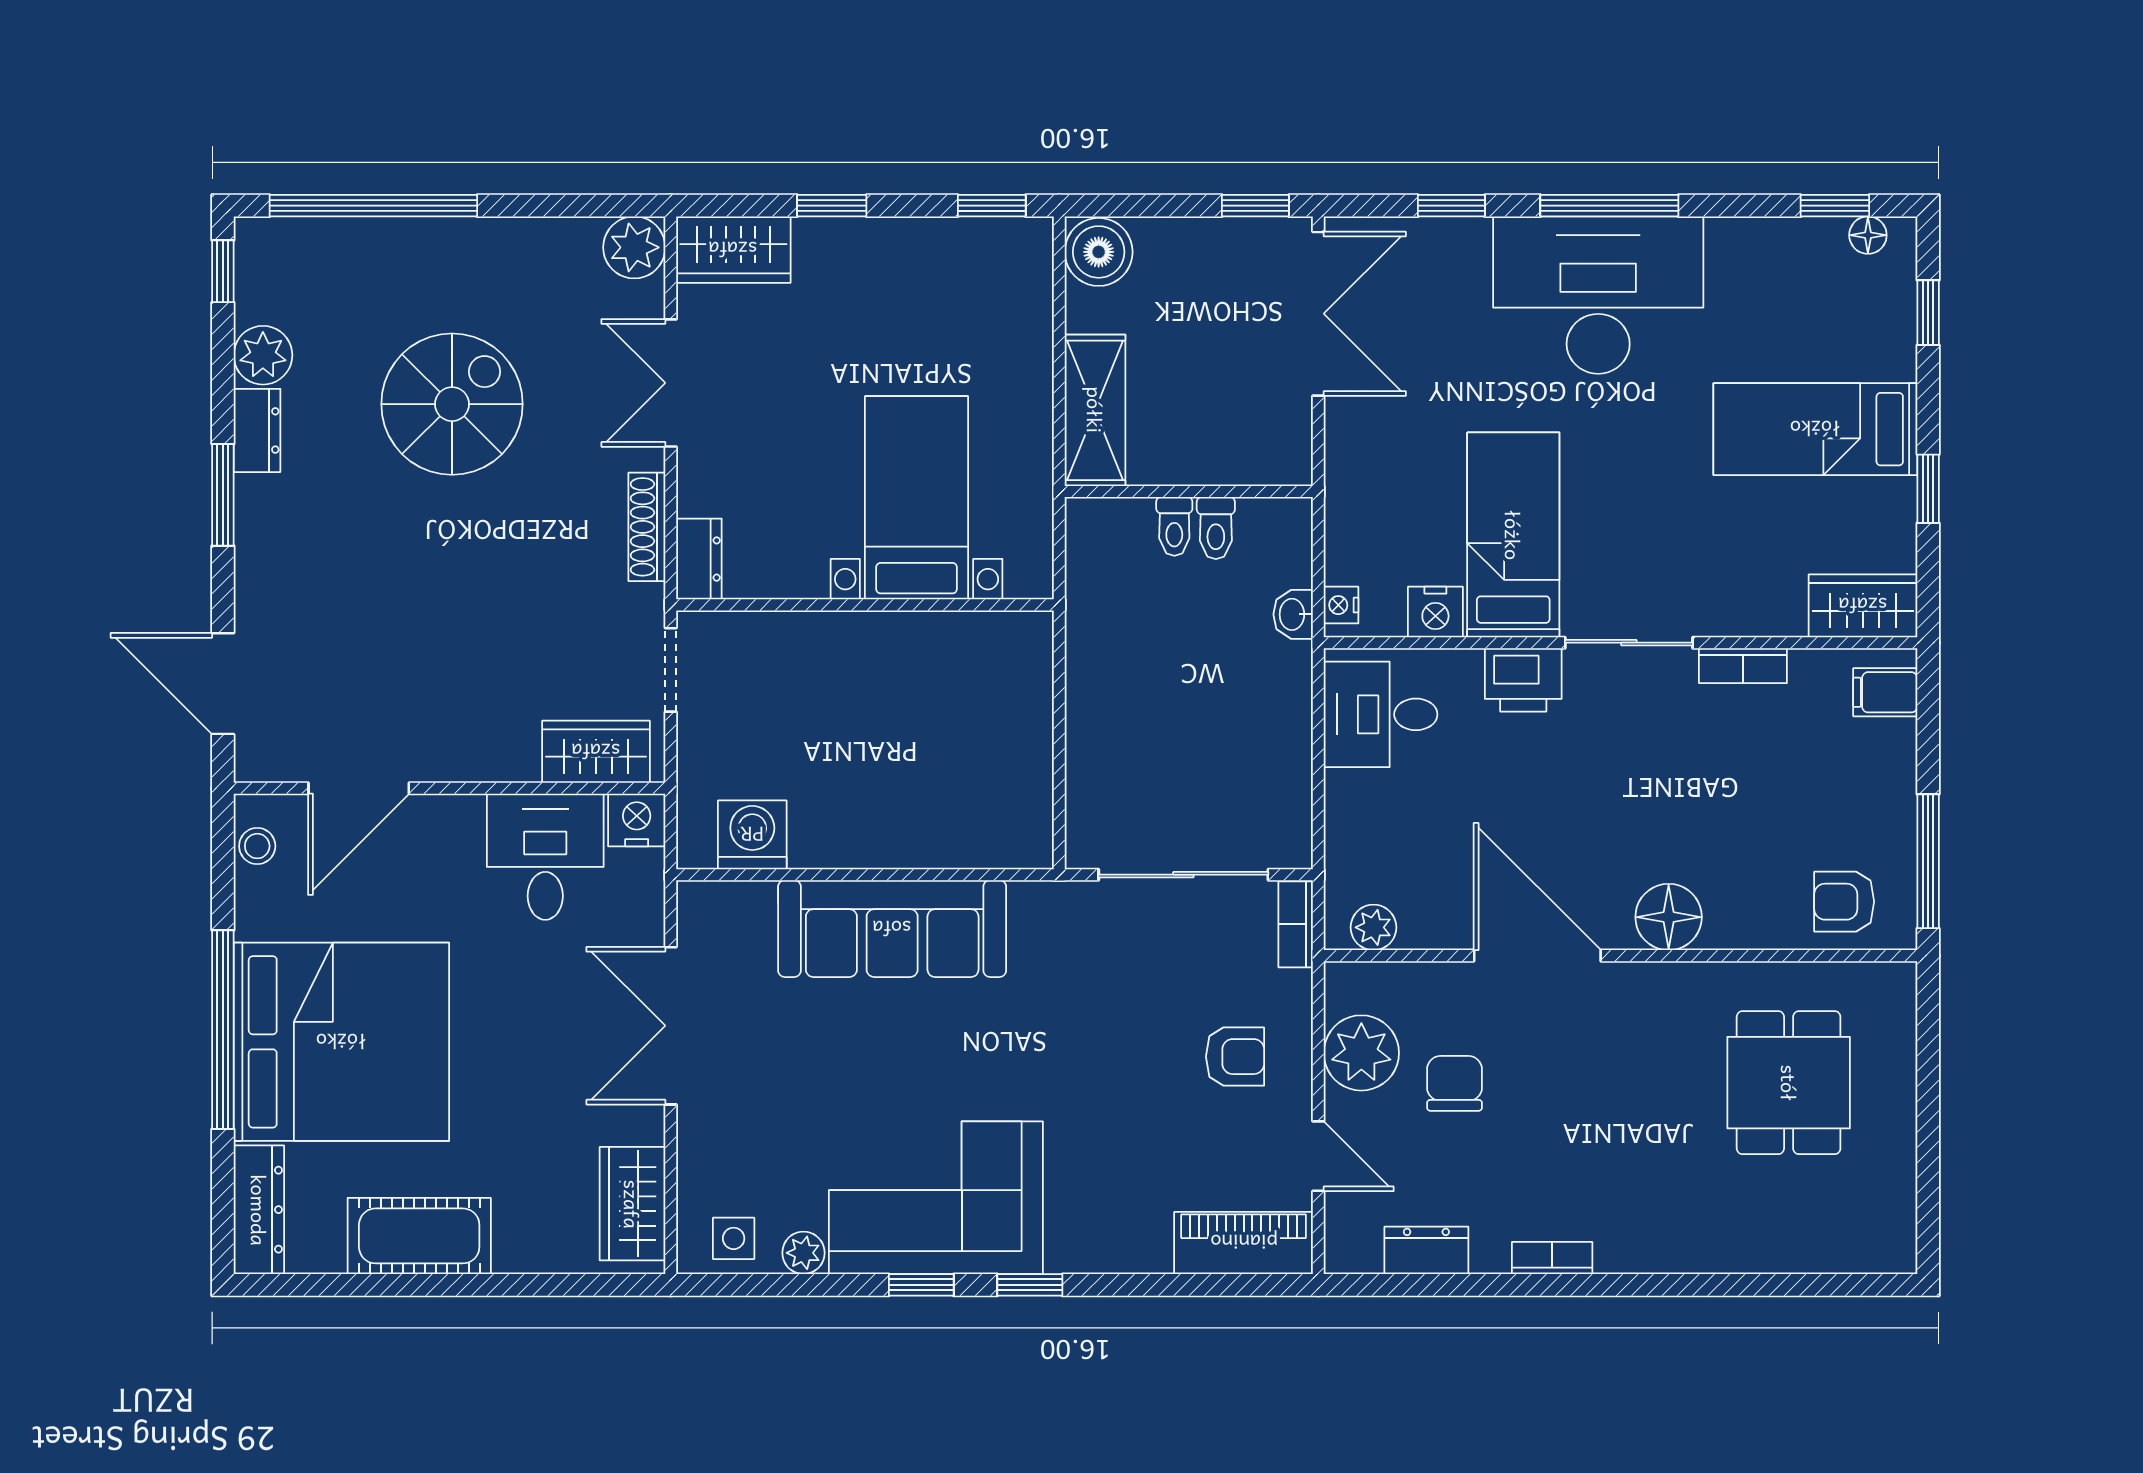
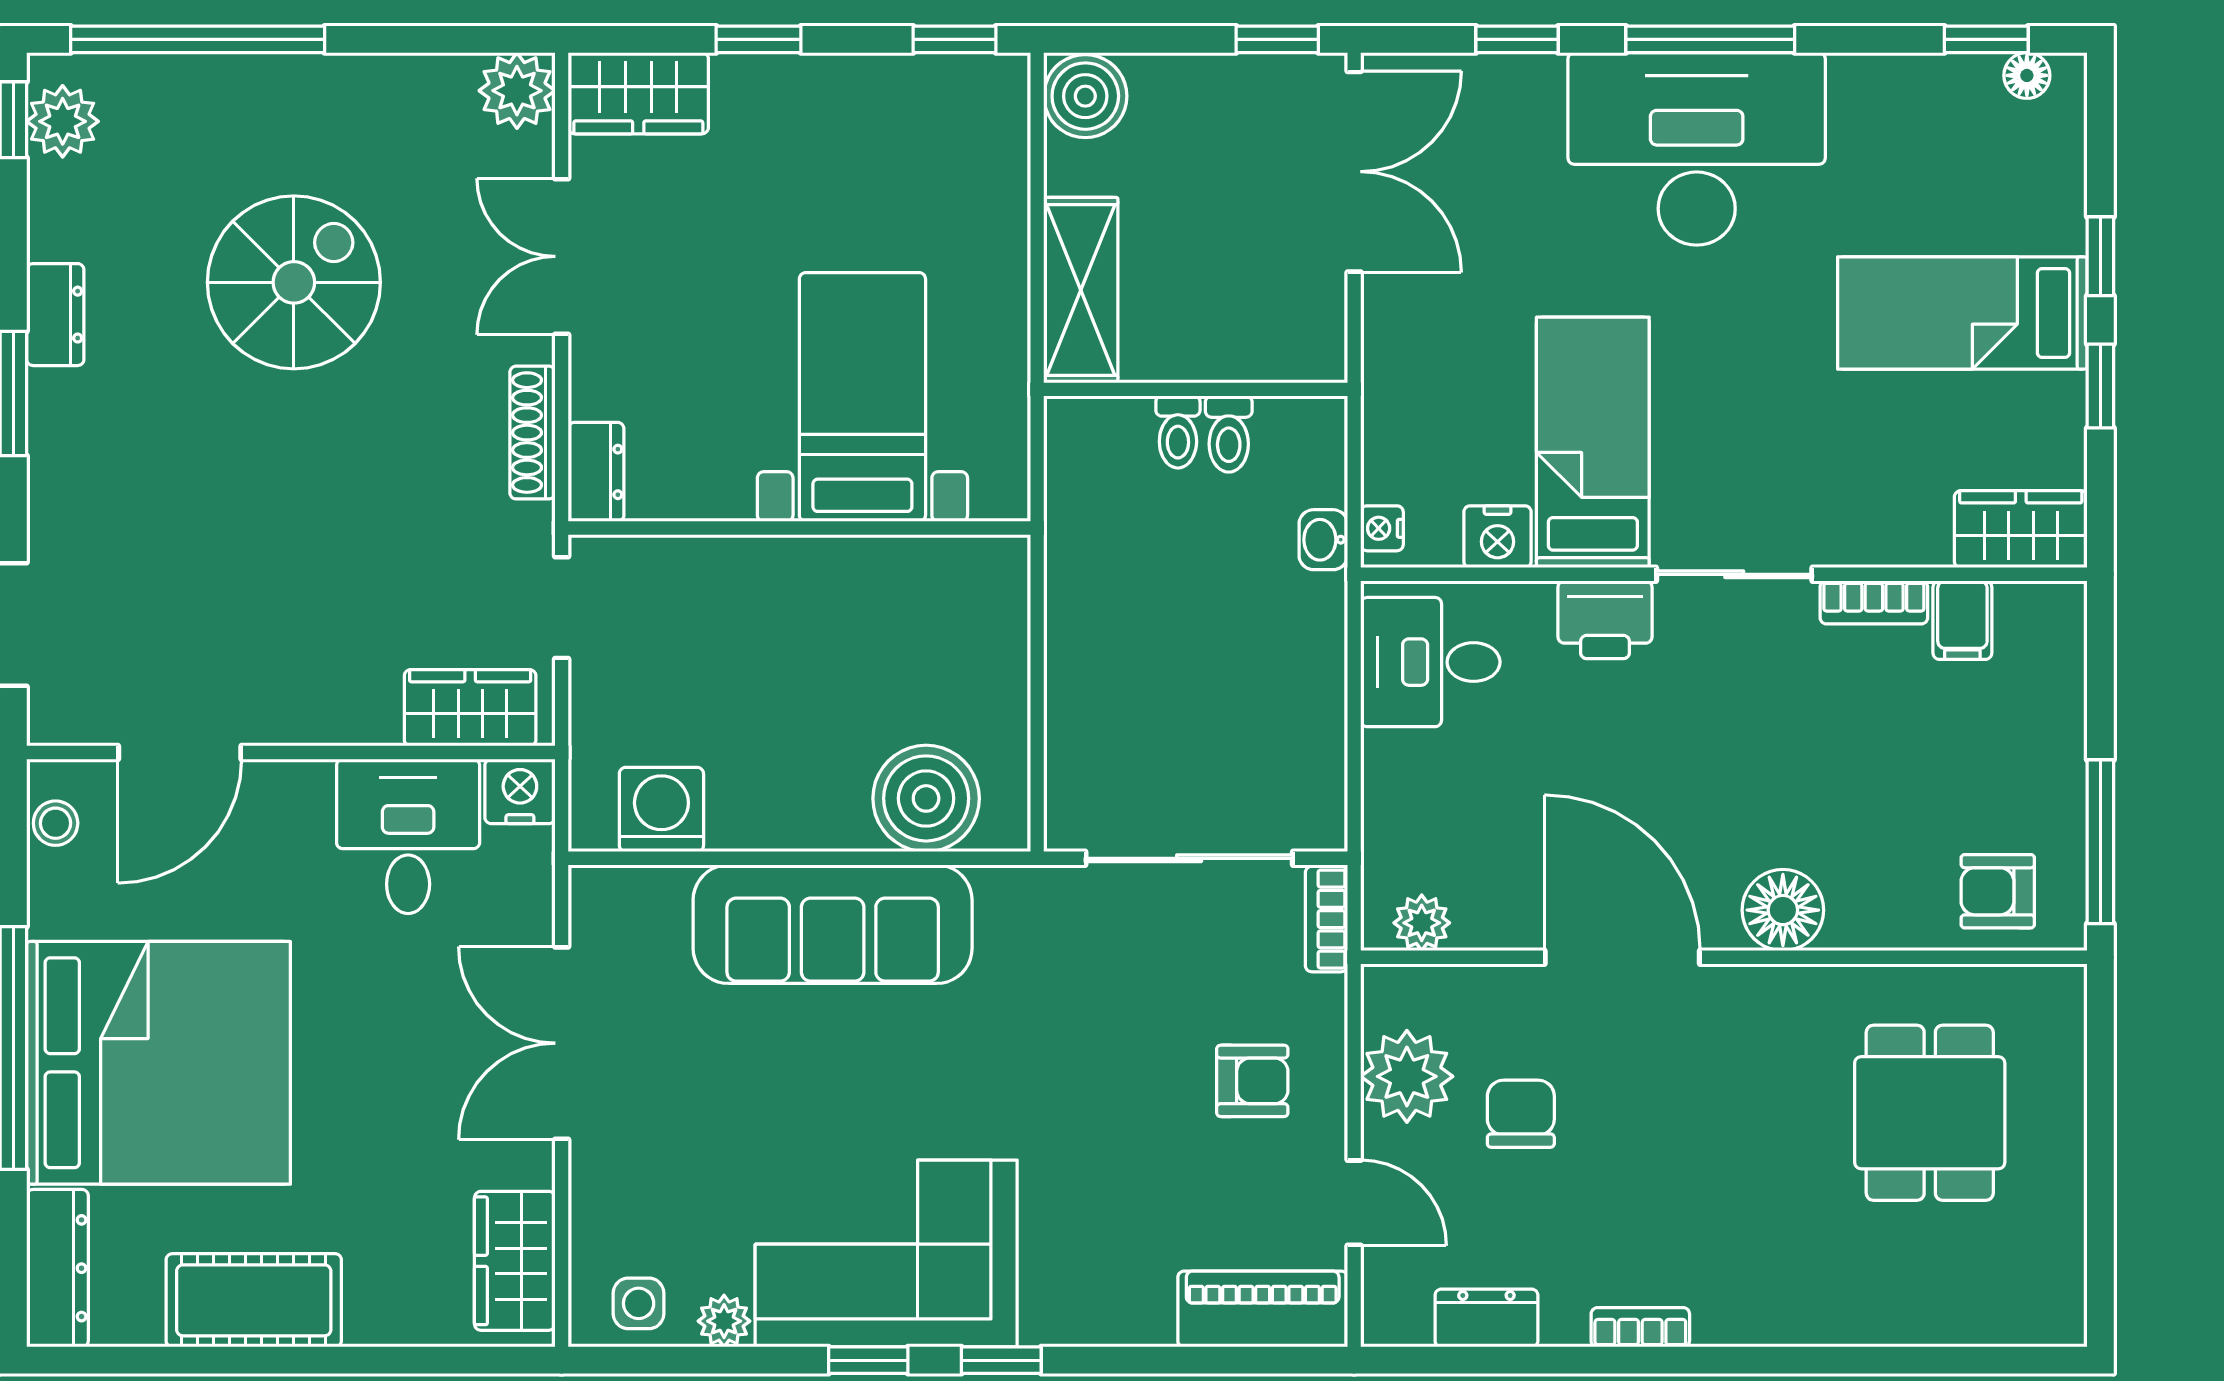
window: (1928, 313) -> (2100, 256), moved
plant: (263, 355) -> (63, 121), moved
filing cabinet: (1885, 692) -> (1962, 620), moved, turned -90
boiler: (969, 826) -> (926, 798), added

